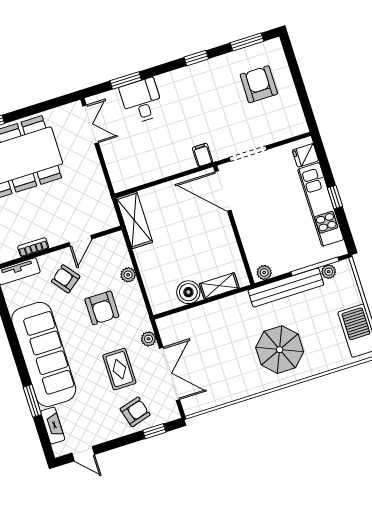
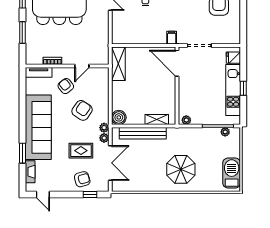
plant: (128, 275) -> (104, 128), moved
bench: (286, 288) -> (143, 133), moved
boiler: (188, 292) -> (119, 117), moved
armchair: (102, 308) -> (82, 110), turned -146
rug: (119, 369) -> (81, 151), turned 90

